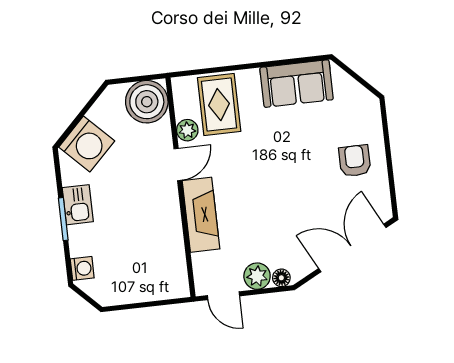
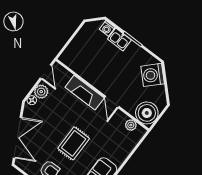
rug: (219, 105) -> (74, 143), moved, turned 90
plant: (187, 130) -> (131, 125), moved
kitchen sink: (78, 205) -> (119, 39), moved
door: (223, 296) -> (46, 72), swing flipped

